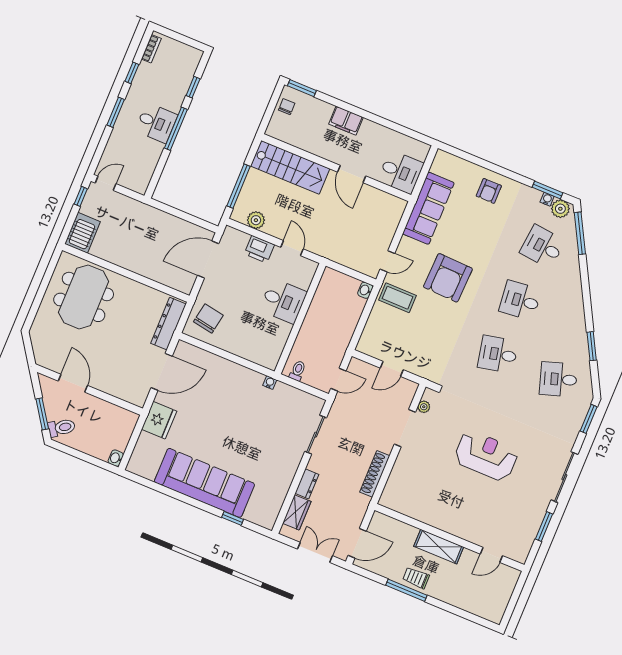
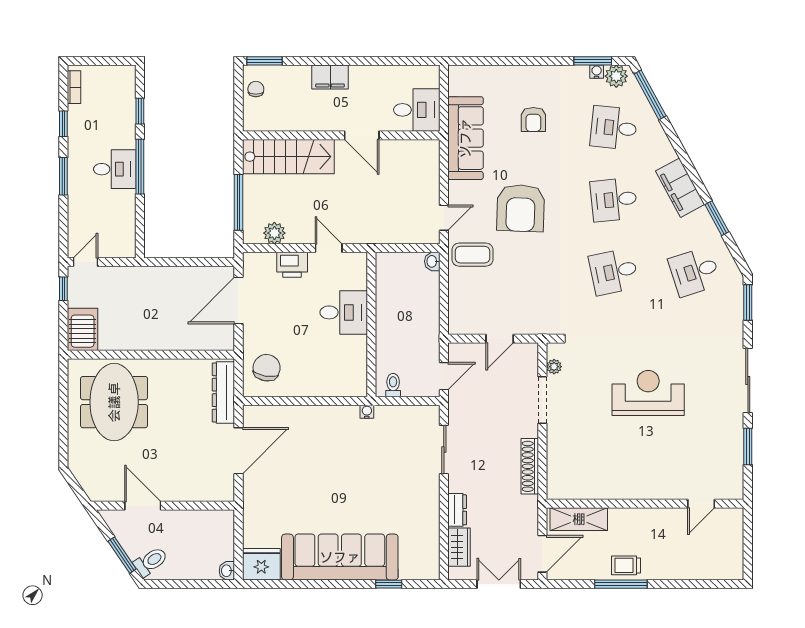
armchair: (489, 191) -> (533, 119), moved
filing cabinet: (574, 312) -> (680, 188), added
fridge: (159, 420) -> (261, 564), moved, turned -90
shelving: (439, 547) -> (579, 519), moved

